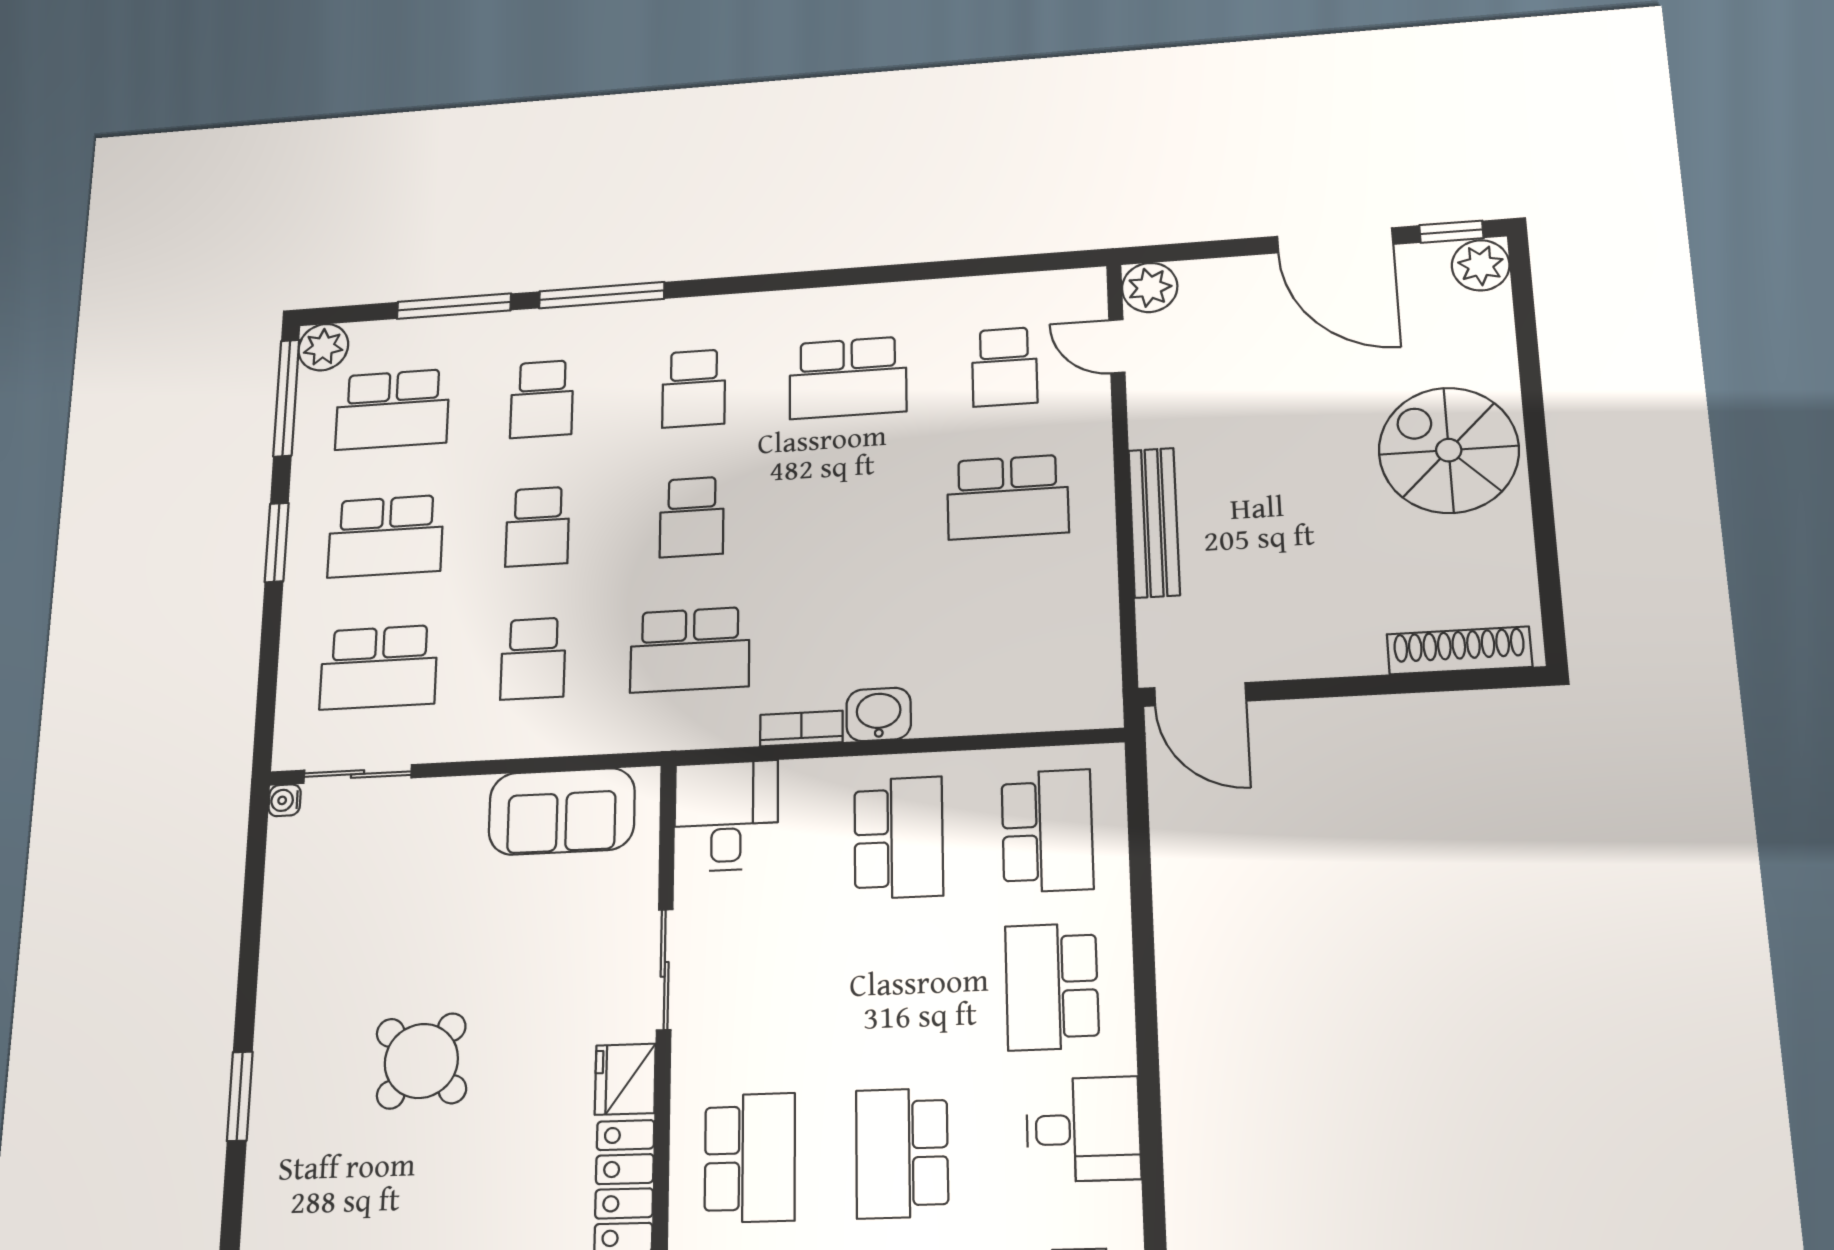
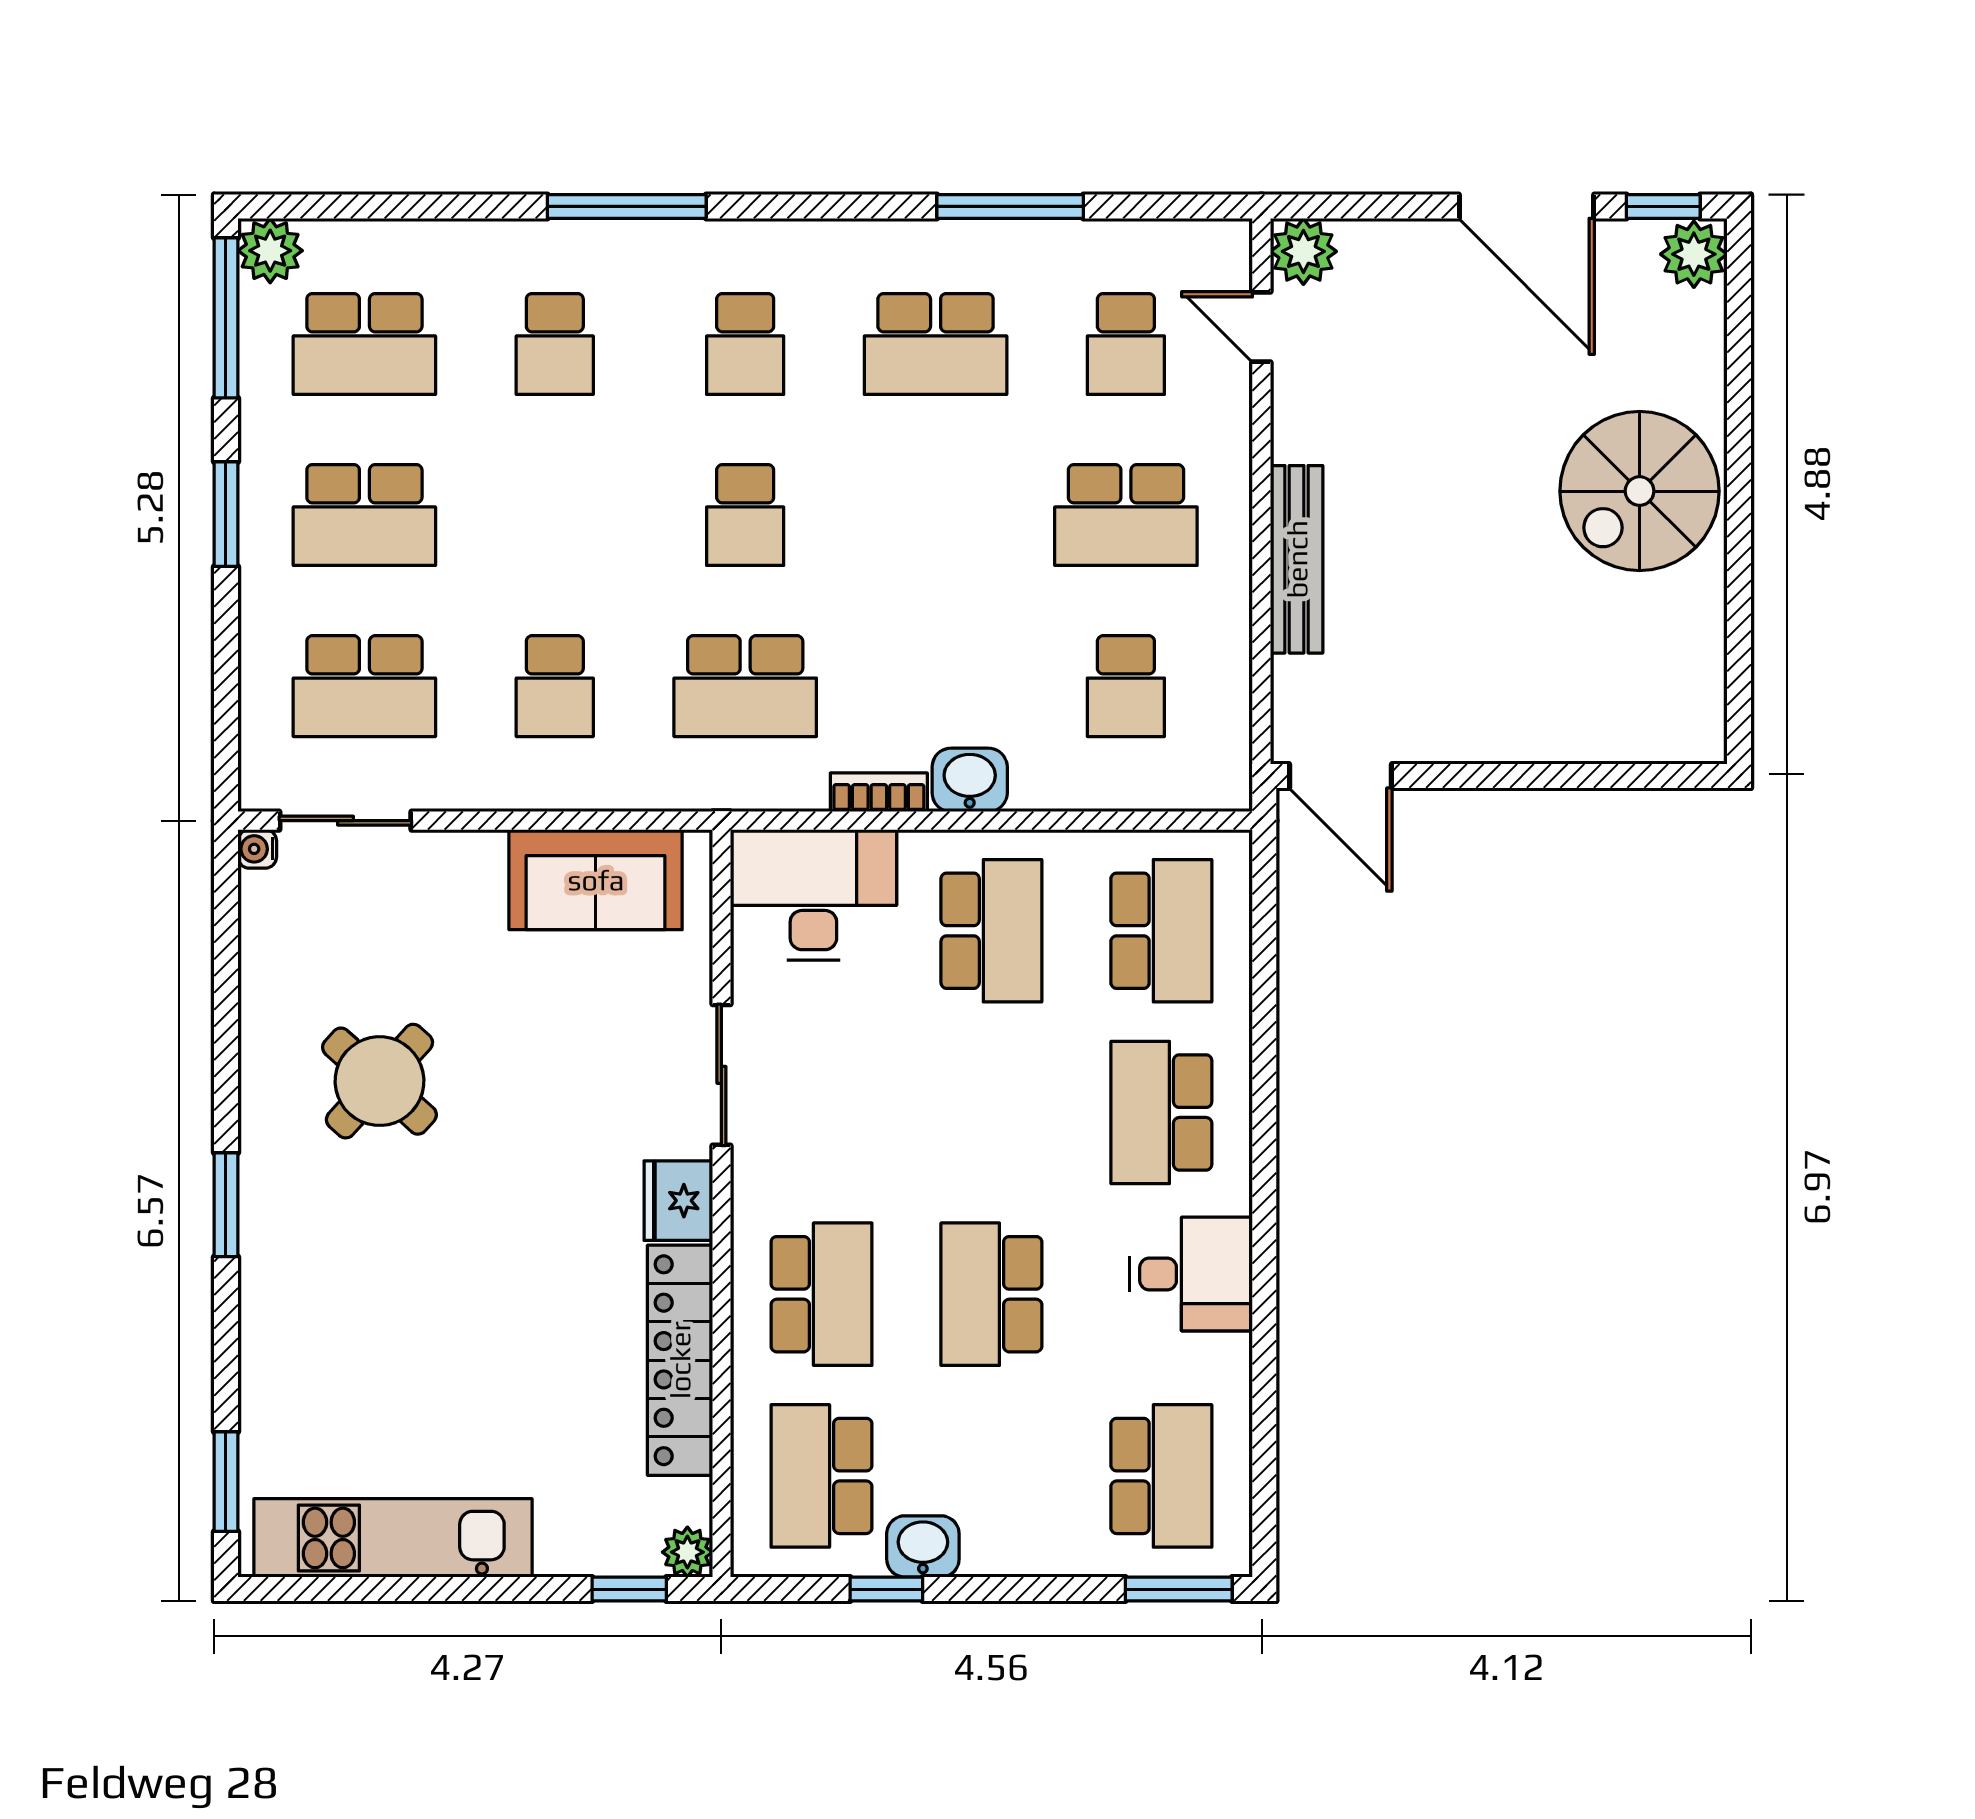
window: (454, 306) -> (1010, 206), moved
spiral stairs: (1449, 450) -> (1640, 491), turned -90
school desk: (537, 527) -> (1126, 686), moved
shoe rack: (1459, 650) -> (1633, 740), removed
desk: (726, 816) -> (813, 895), width x1.37
round table: (421, 1061) -> (379, 1081), moved

